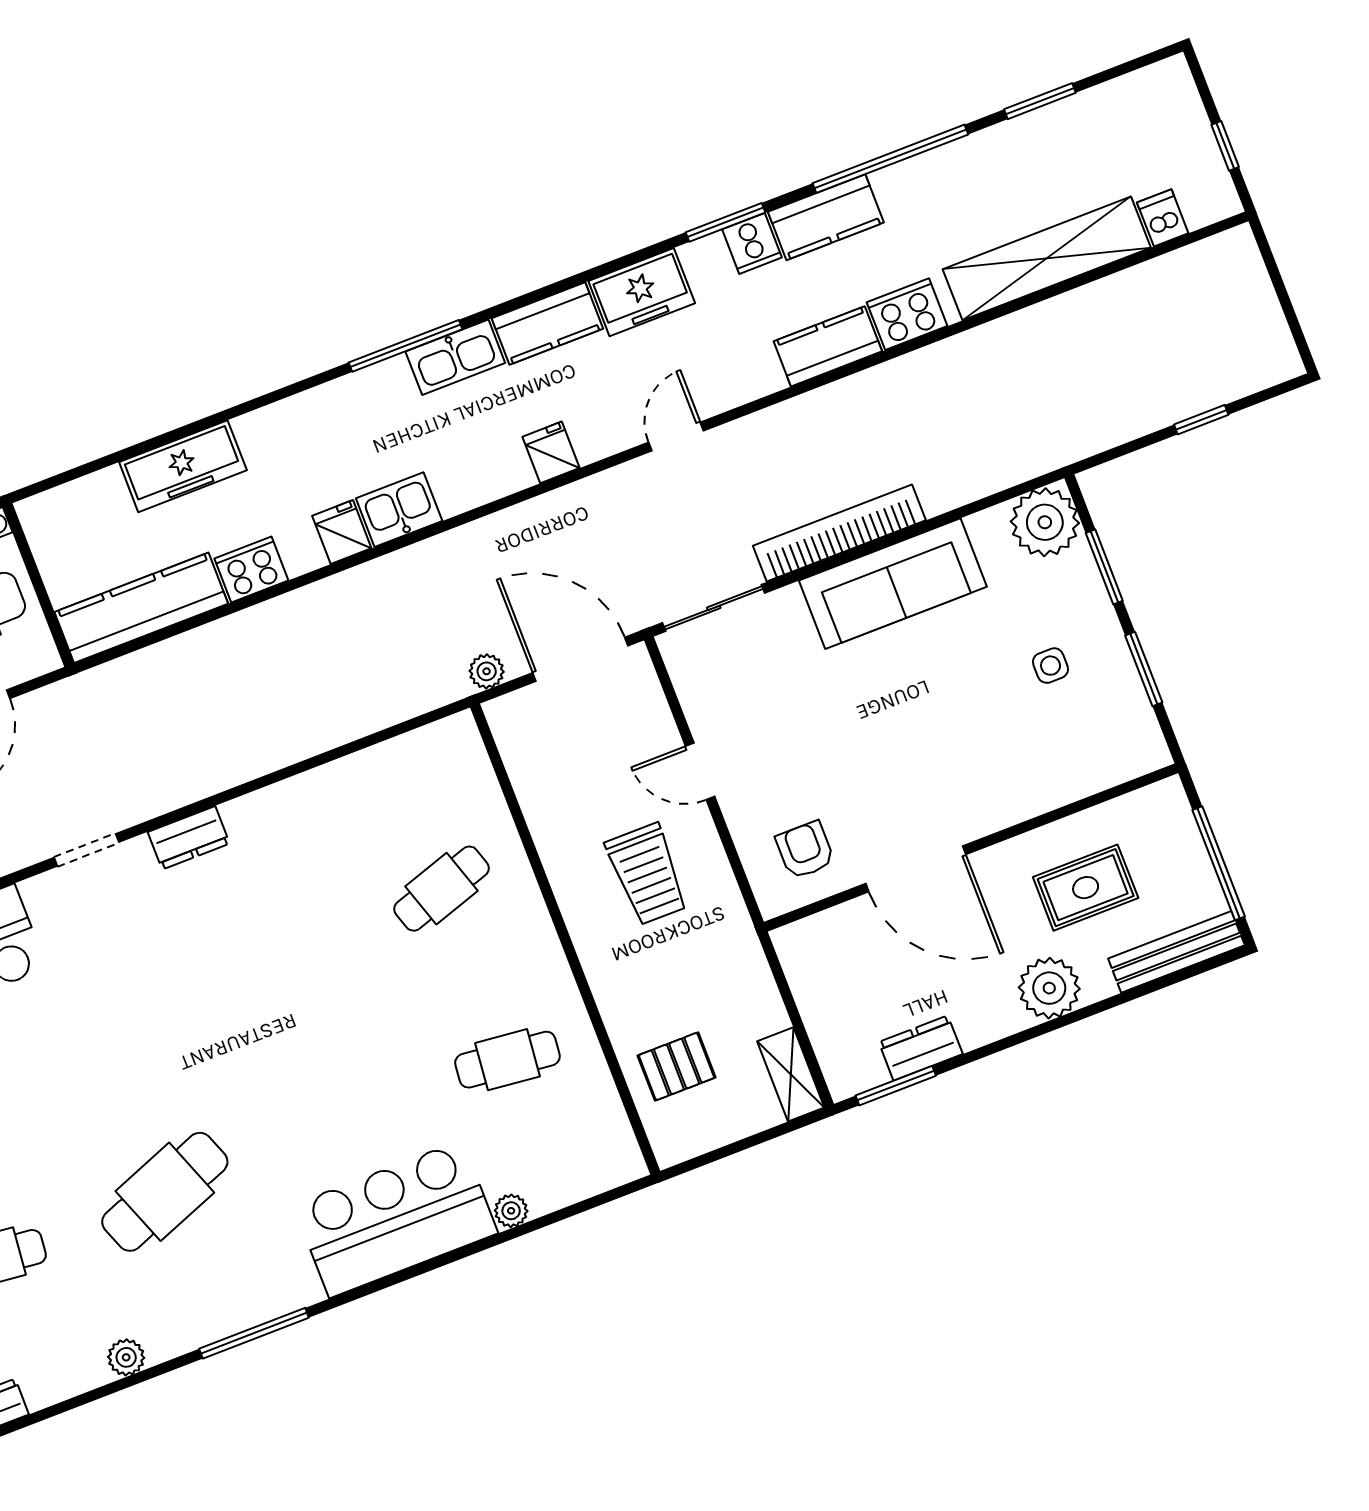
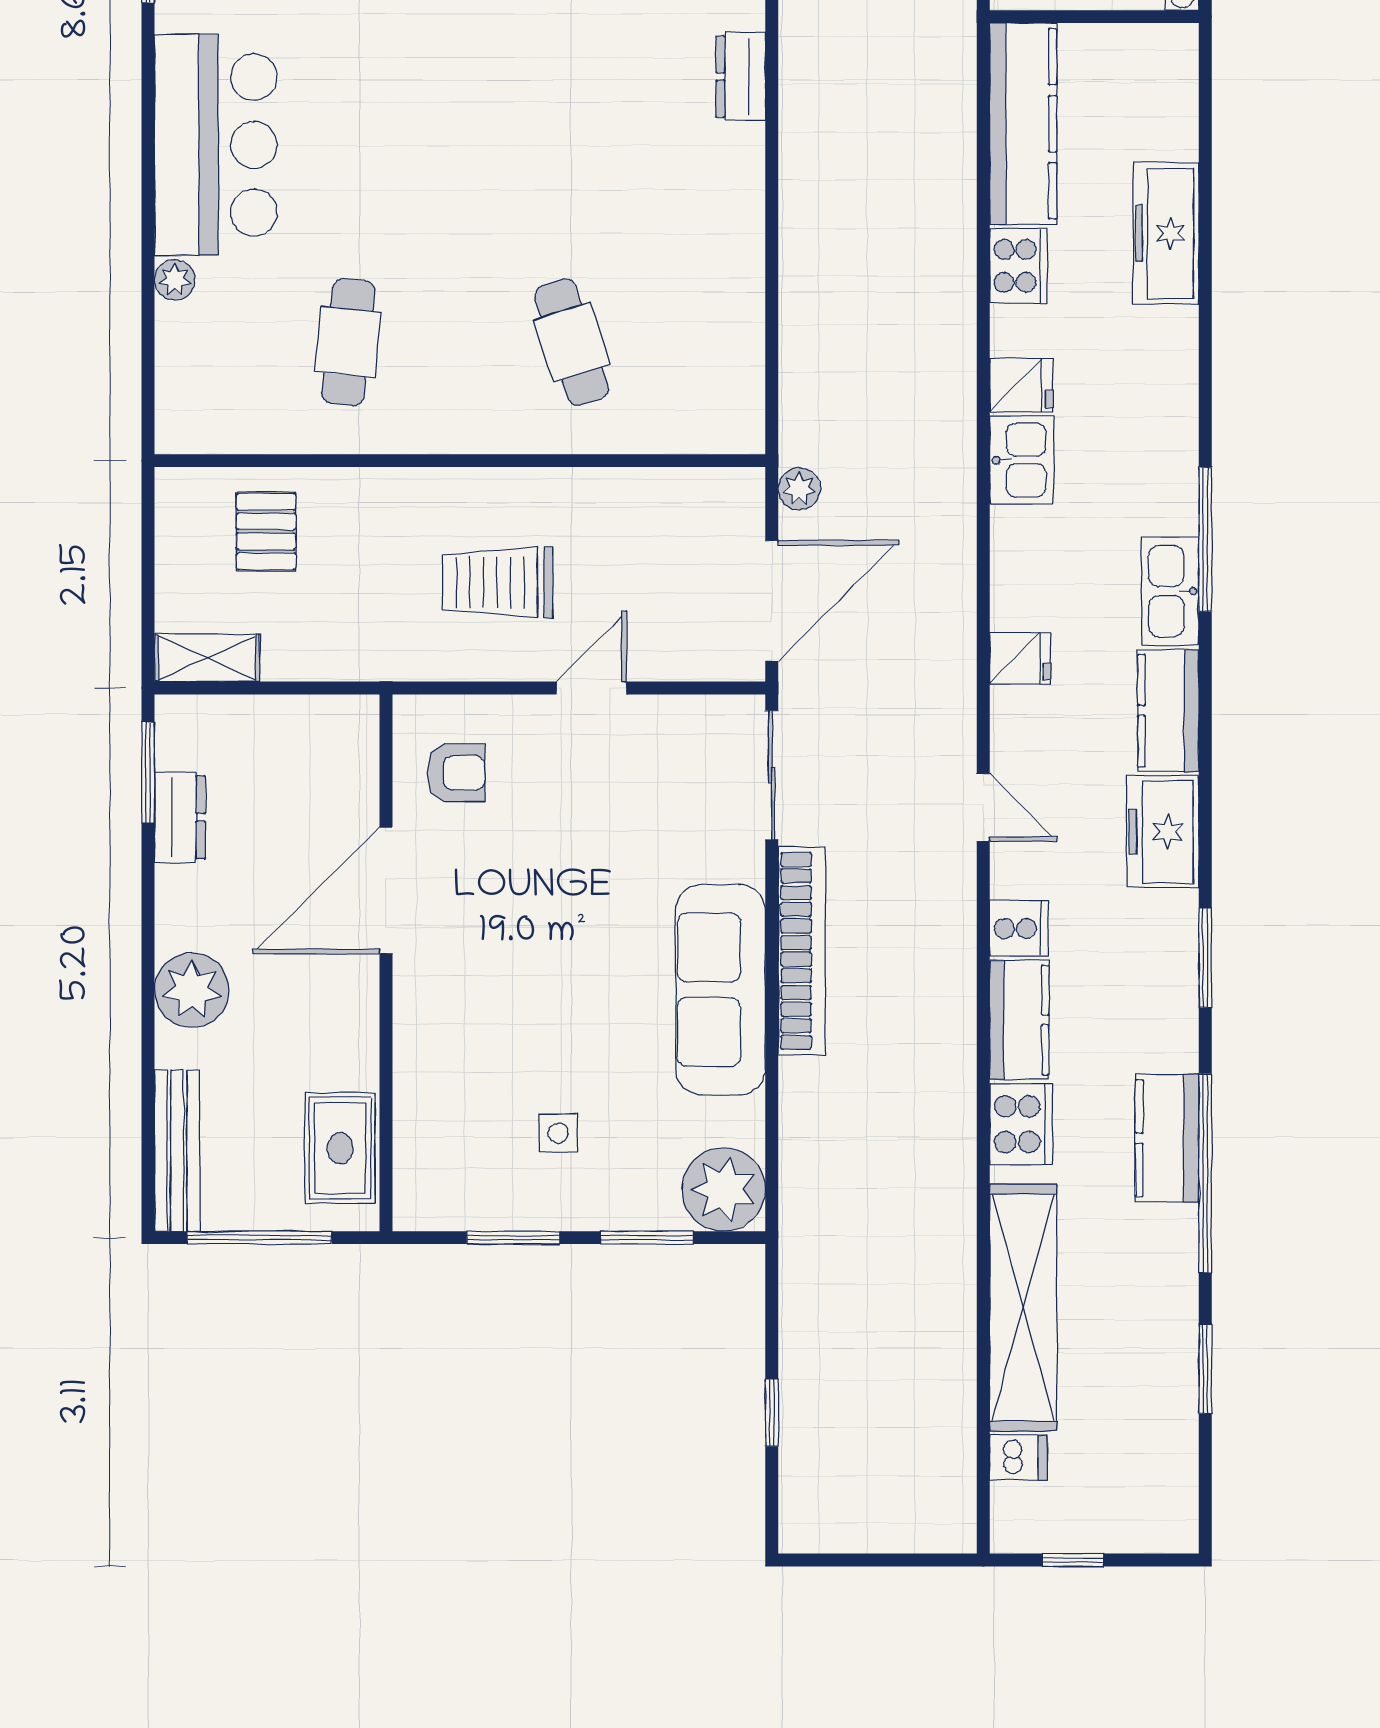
kitchen counter: (826, 217) -> (1167, 1138), moved
cooker: (752, 243) -> (1019, 928), moved, turned 180
rug: (1086, 888) -> (340, 1148), moved

